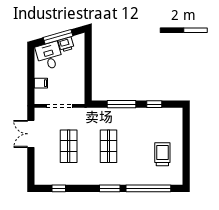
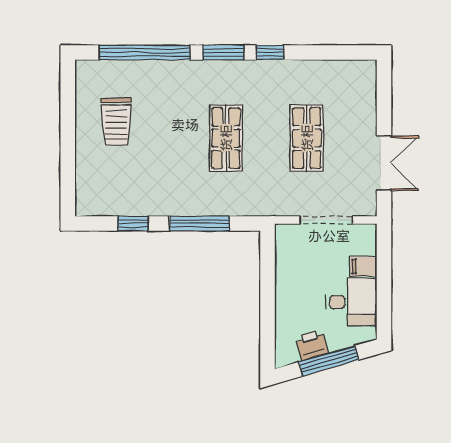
desk: (49, 56) -> (351, 302), moved, turned -74
window: (59, 188) -> (270, 52), moved

